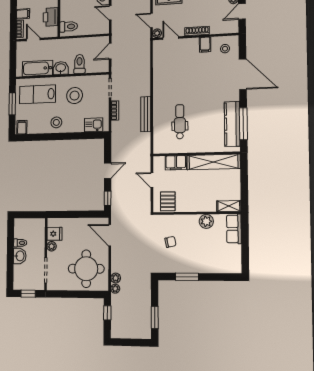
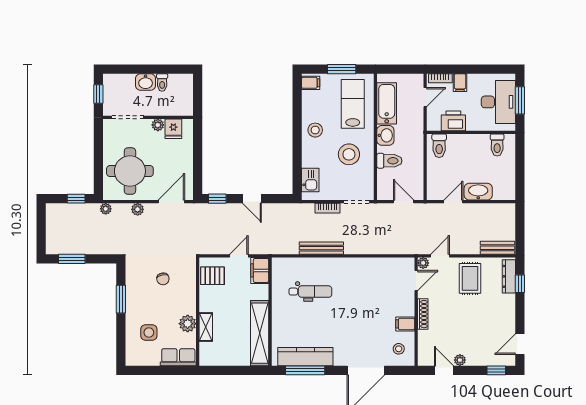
filing cabinet: (176, 163) -> (260, 270), moved
shelving: (229, 206) -> (206, 327), moved
side table: (214, 254) -> (149, 333), added
plant: (116, 278) -> (138, 209), moved

